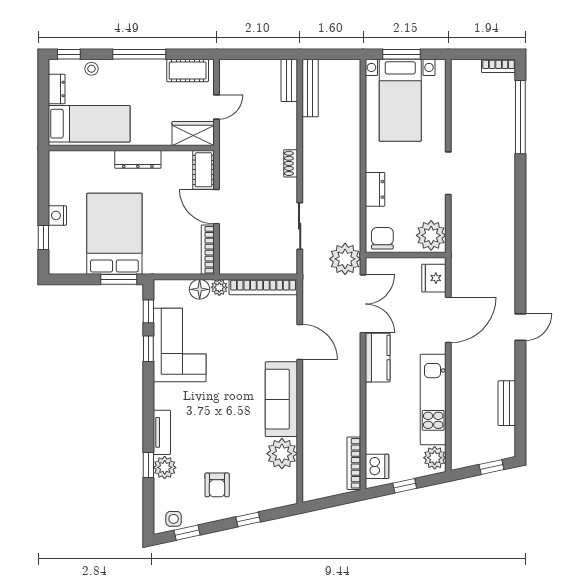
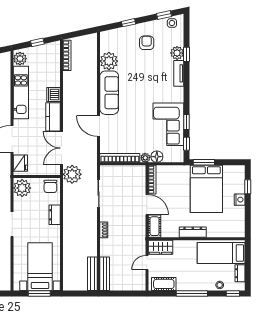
bench: (289, 80) -> (105, 274), width x1.36
dishwasher: (377, 466) -> (54, 95), moved

